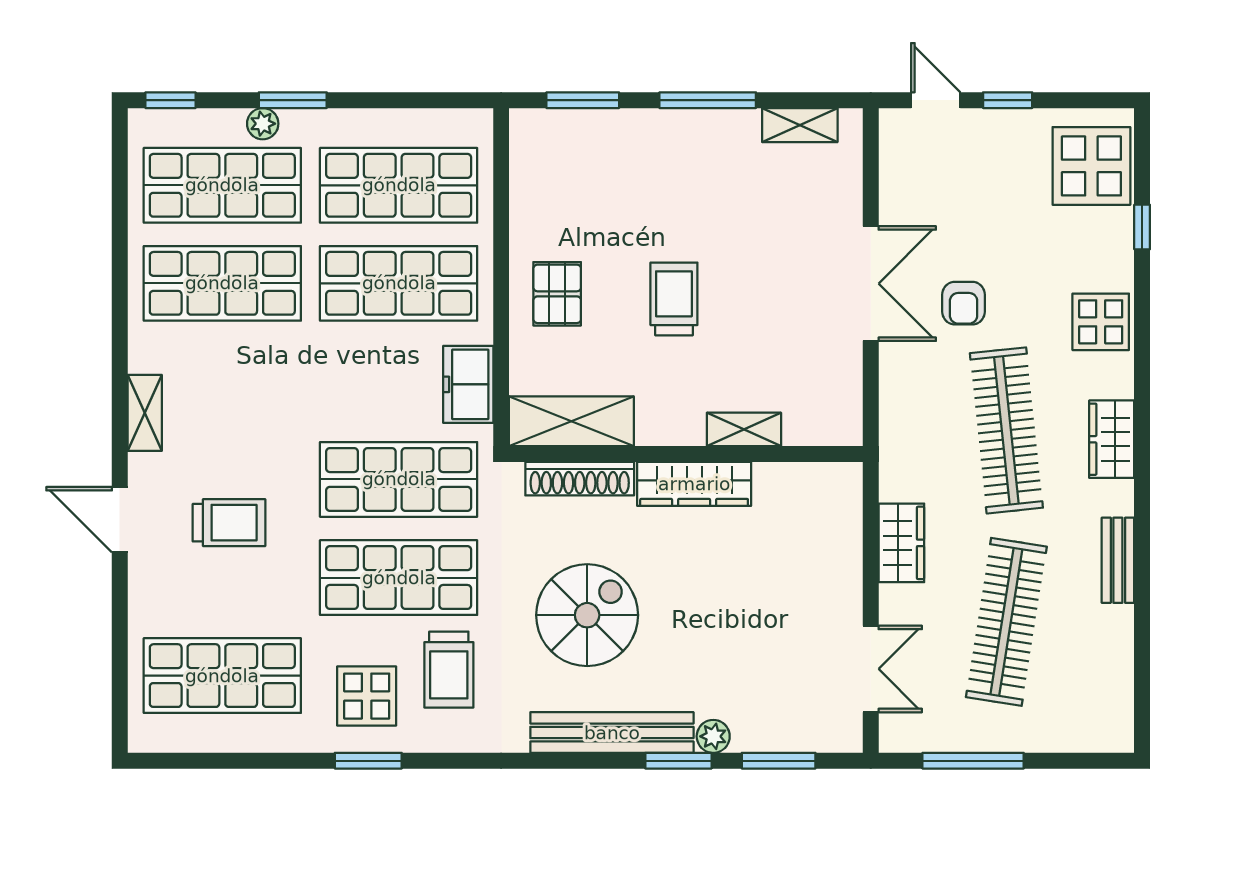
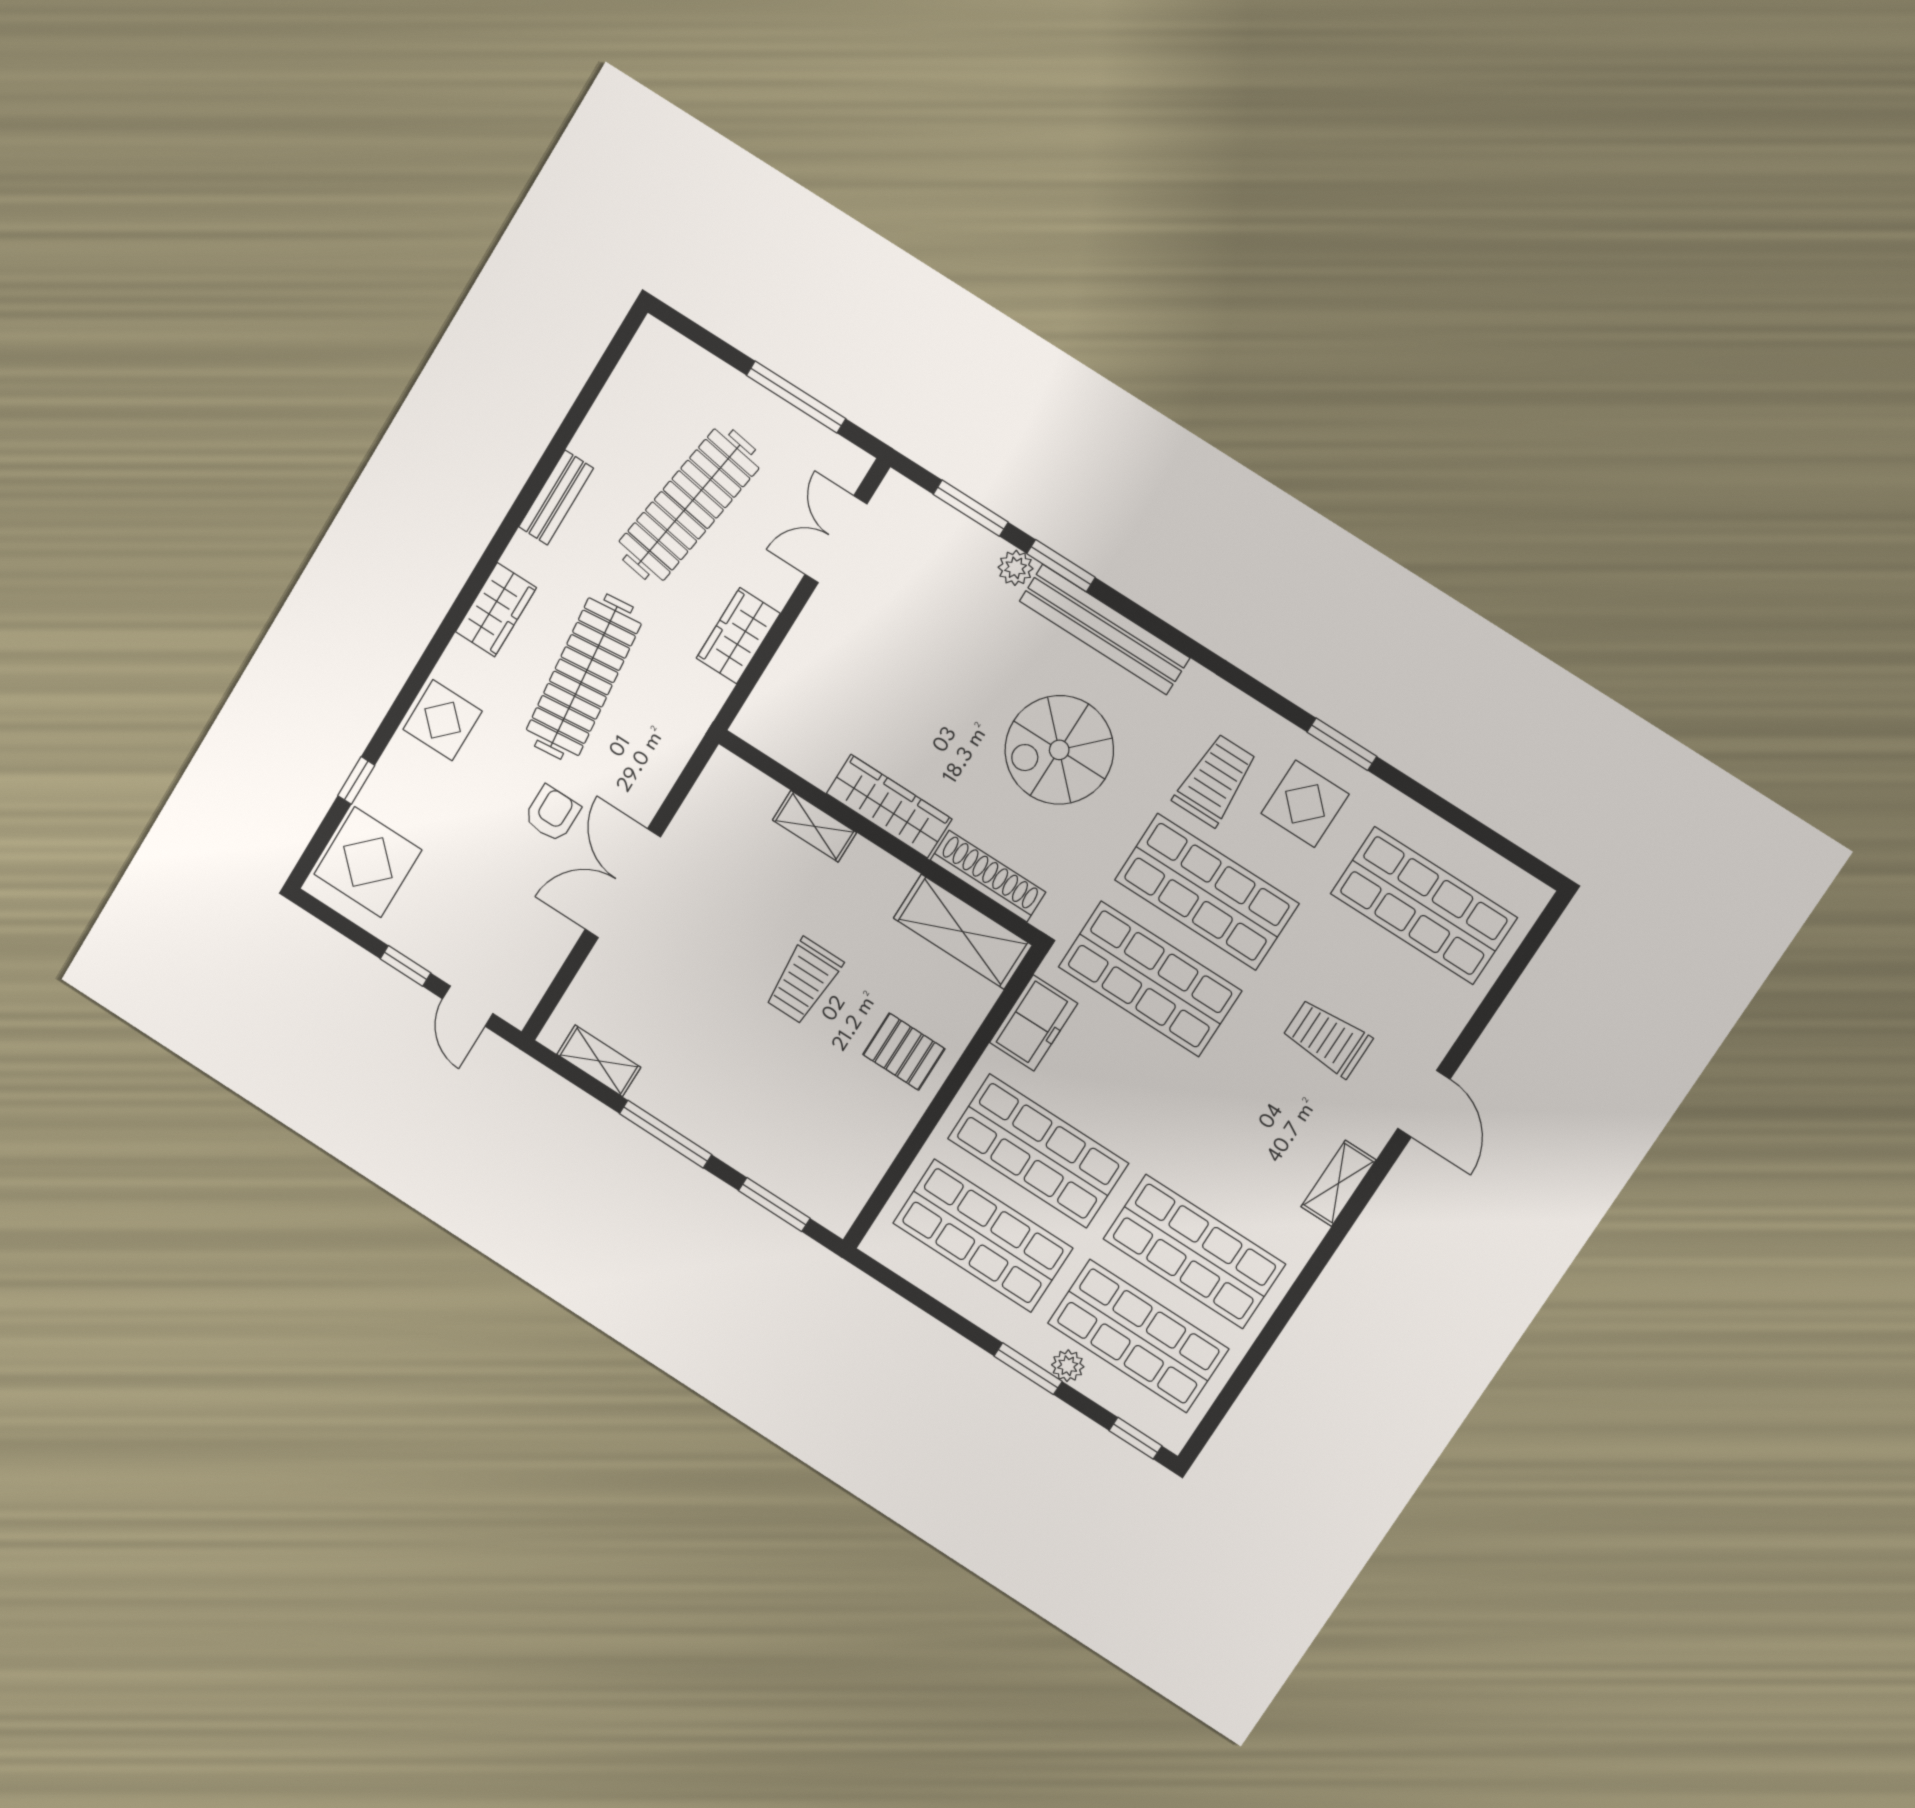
pallet: (557, 294) -> (904, 1052), turned 90

